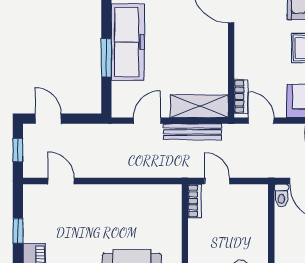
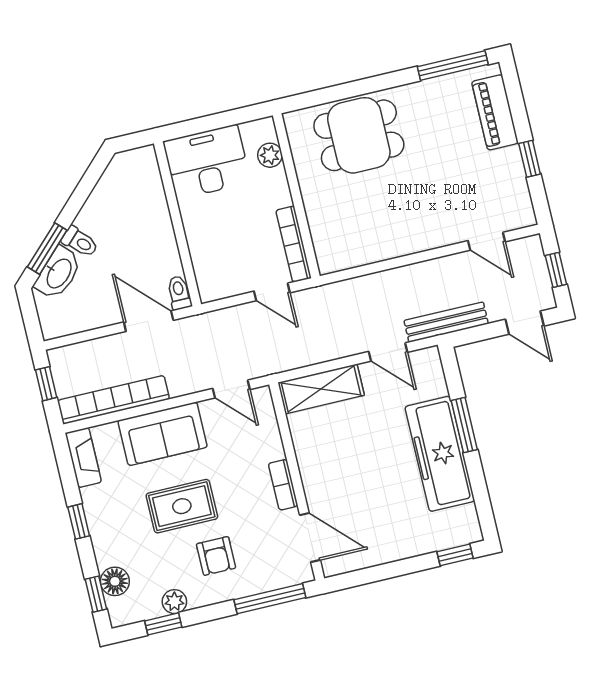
bookcase: (241, 96) -> (283, 485), moved
door: (147, 121) -> (388, 352), hinge flipped
bench: (192, 132) -> (446, 322), moved
bookcase: (195, 201) -> (294, 244), width x1.56

